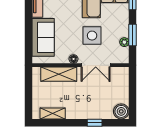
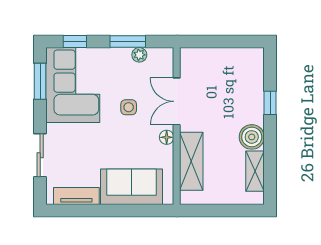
side table: (92, 36) -> (129, 107), width x0.54, depth x0.54
double door: (96, 65) -> (177, 101), swing flipped
boiler: (121, 111) -> (252, 137), moved

